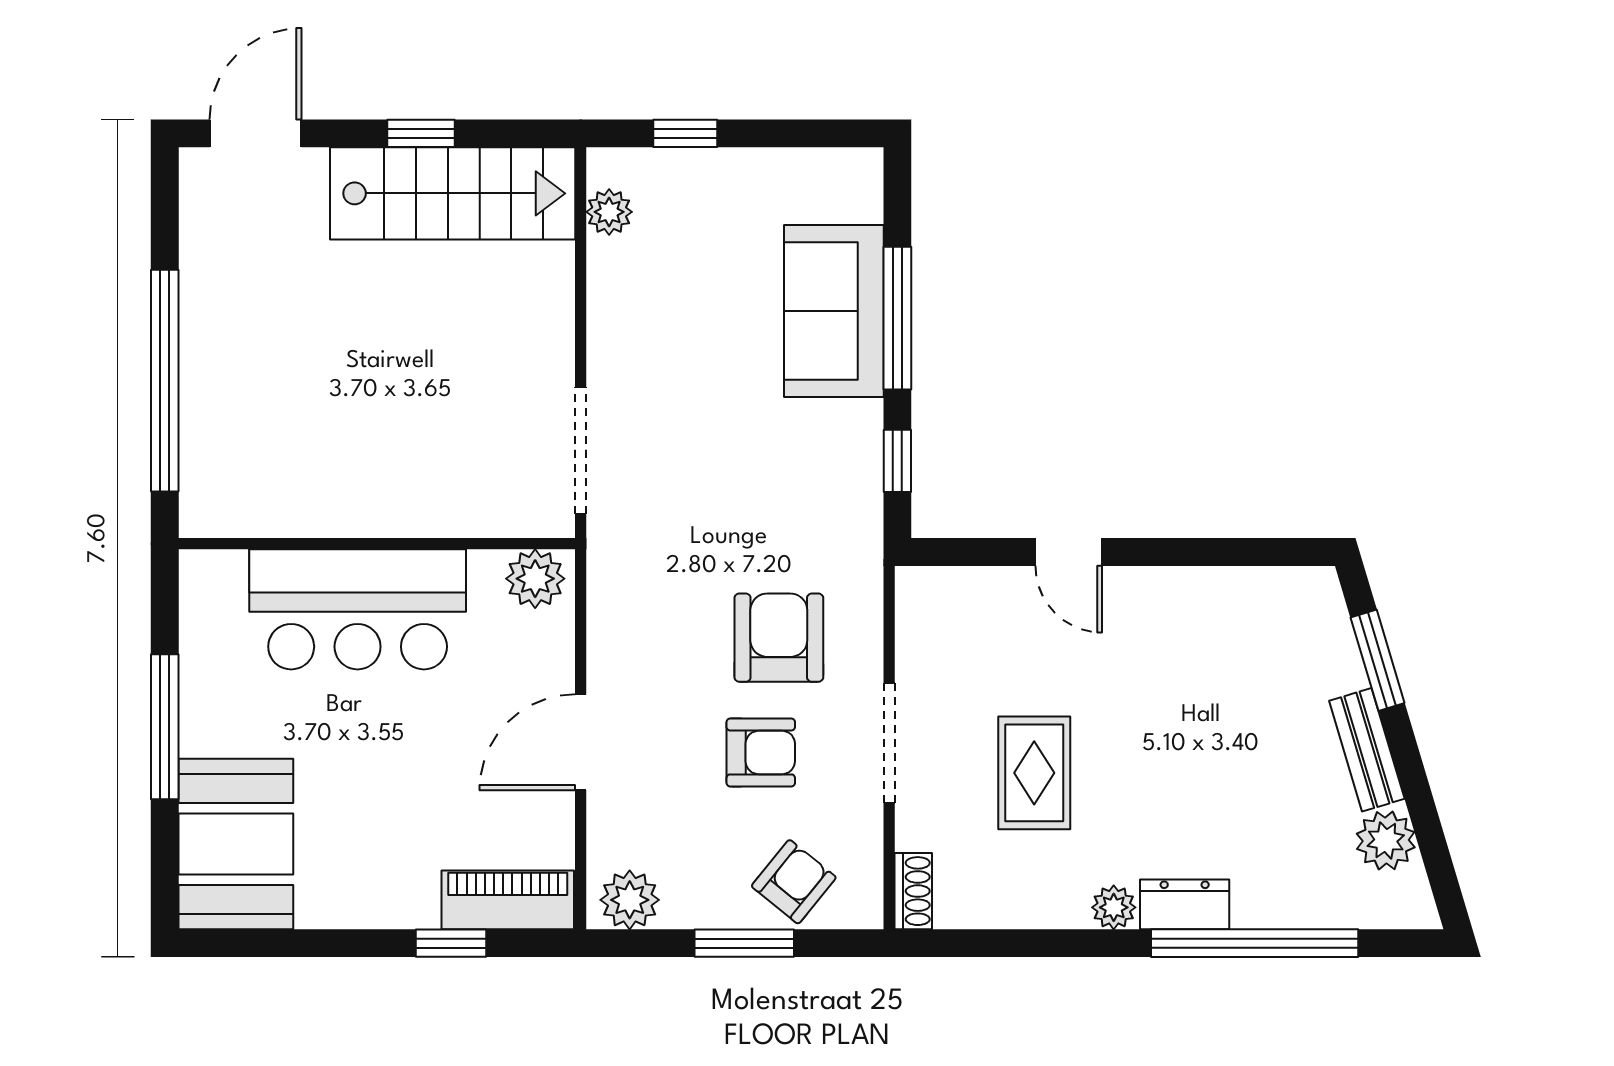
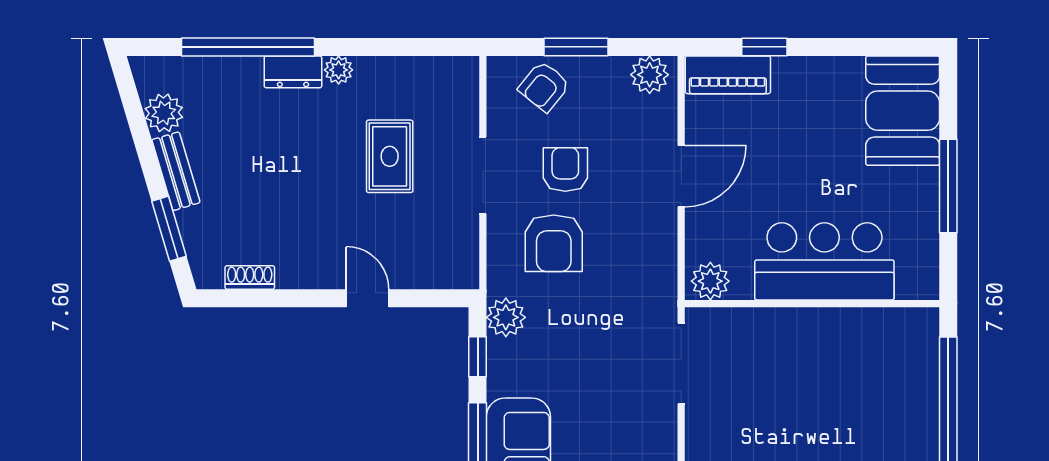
plant: (853, 522) -> (506, 317), added
armchair: (761, 752) -> (565, 169), turned 90
shoe rack: (913, 891) -> (250, 277), moved, turned 90

